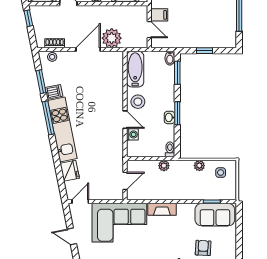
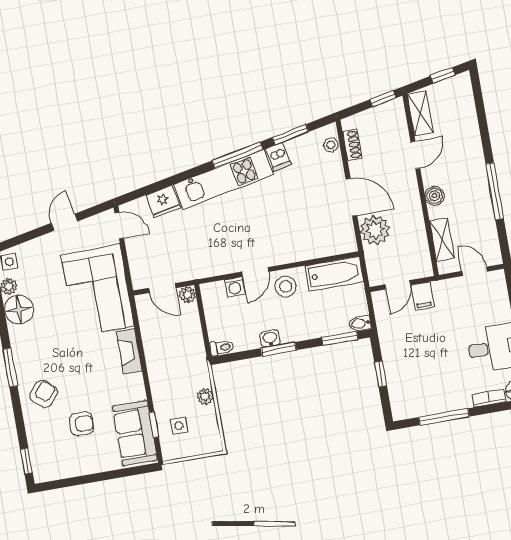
plant: (164, 166) -> (187, 295), moved
side table: (221, 173) -> (179, 426), moved

